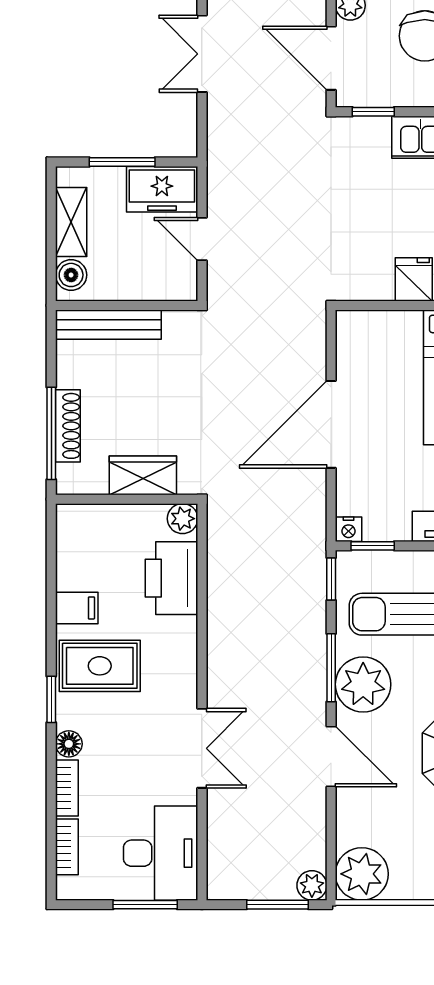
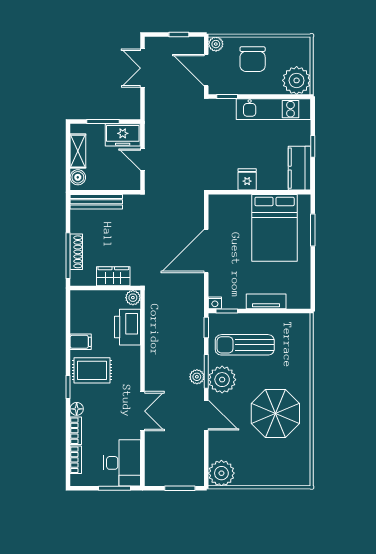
plant: (312, 885) -> (197, 377), moved

